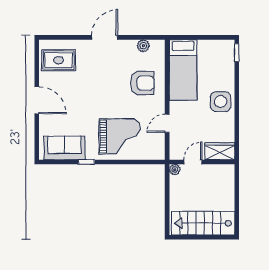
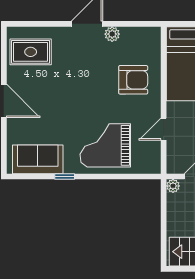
plant: (143, 46) -> (112, 34), moved
grand piano: (120, 136) -> (105, 145), turned 180

